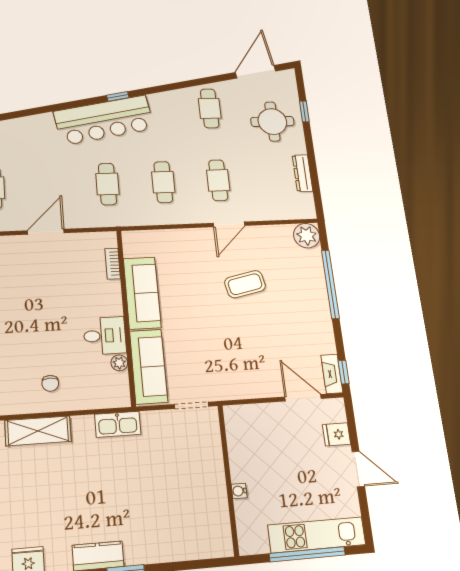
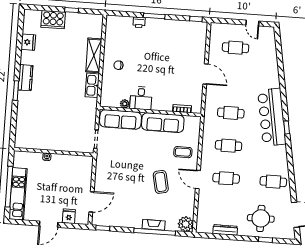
coffee table: (187, 254) -> (183, 152), added
fireplace: (332, 374) -> (154, 225), moved
kitchen sink: (118, 424) -> (92, 85), moved

